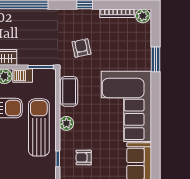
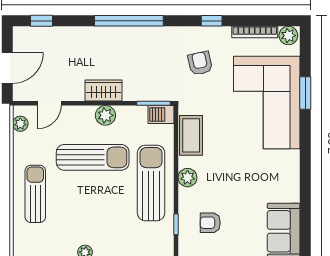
armchair: (81, 48) -> (200, 63), moved
barbecue: (23, 76) -> (161, 115), moved
corner sofa: (126, 106) -> (267, 102), moved

